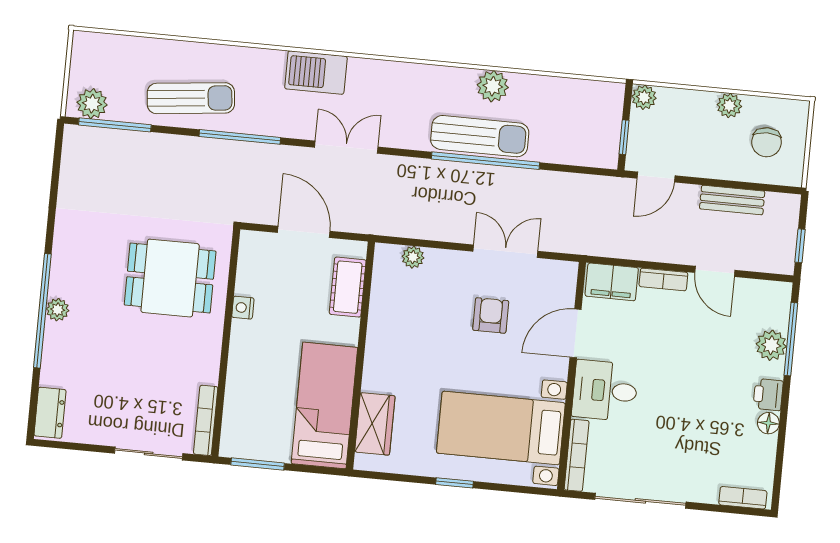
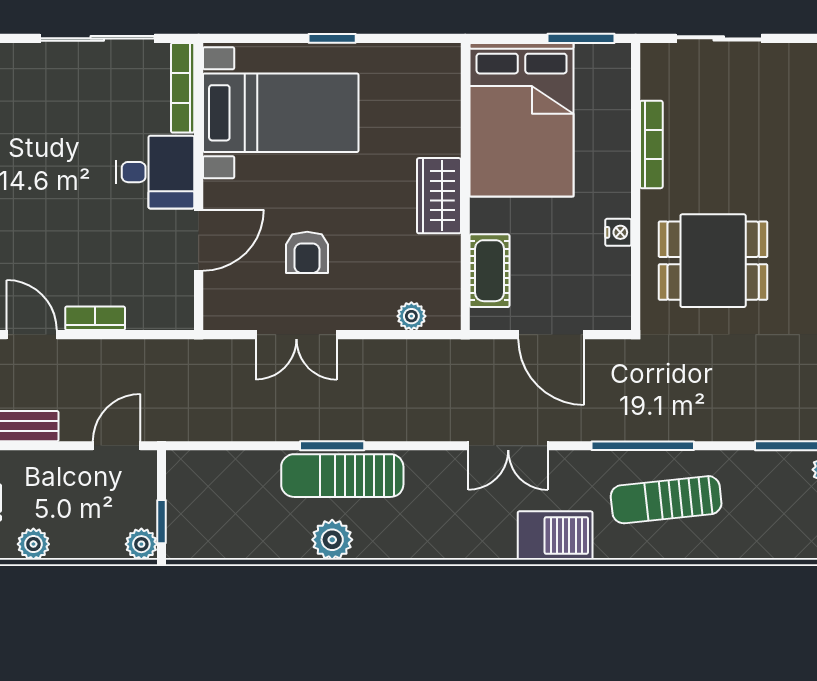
sun lounger: (191, 98) -> (666, 500), moved
window: (624, 137) -> (162, 522), moved
window: (486, 161) -> (332, 446), width x0.47
filing cabinet: (612, 282) -> (160, 309), removed
bed: (324, 405) -> (522, 120), width x1.50
bookcase: (206, 420) -> (651, 144), moved
wardrobe: (375, 424) -> (439, 196), moved

